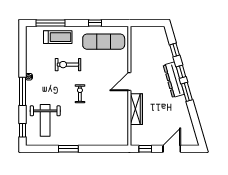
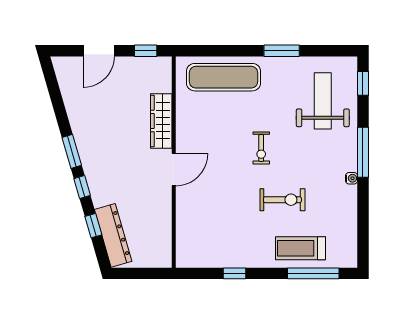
exercise mat: (104, 42) -> (224, 77), moved
dresser: (174, 80) -> (113, 235), moved

